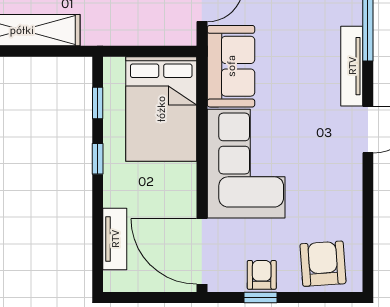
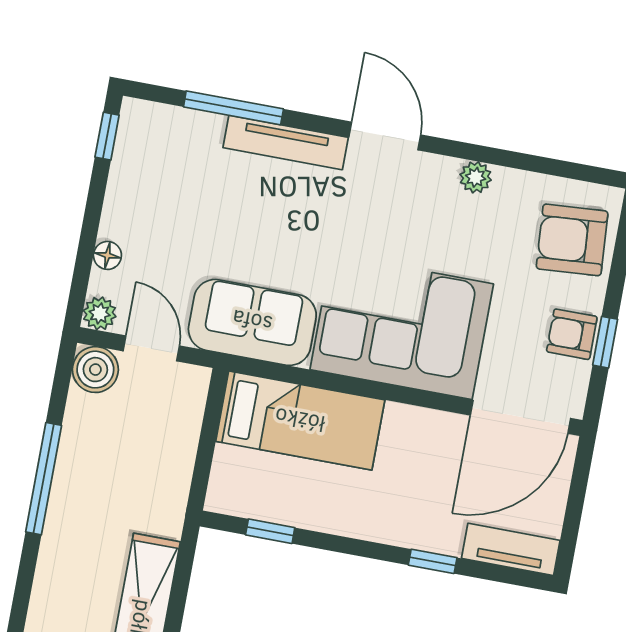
bed: (161, 109) -> (300, 421), width x0.67
window: (98, 159) -> (433, 561), moved
plant: (352, 194) -> (476, 177), added
tv unit: (115, 239) -> (511, 549), moved

